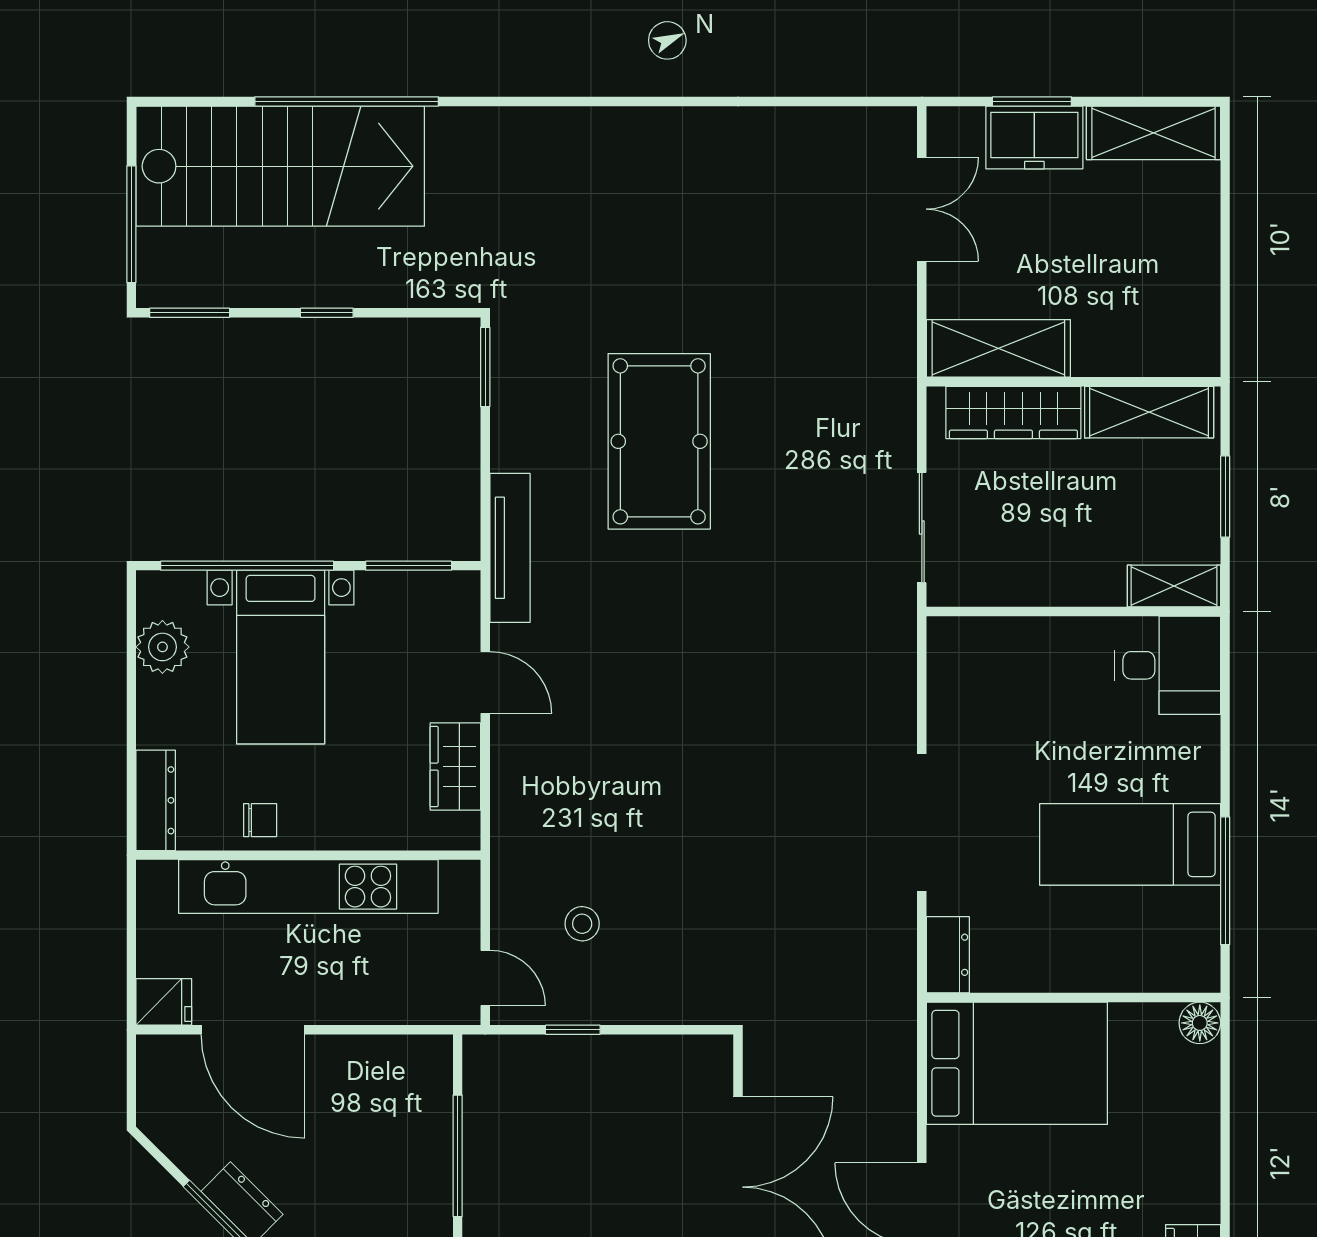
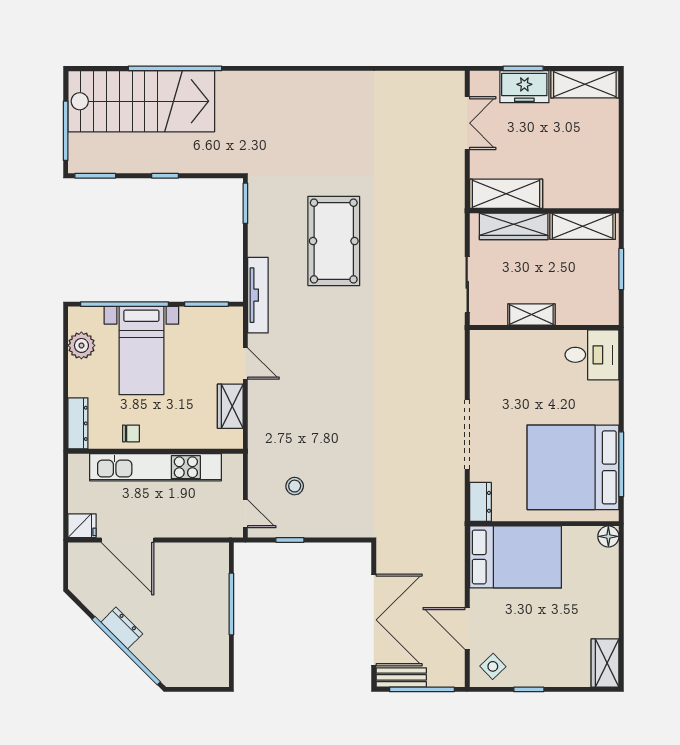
shelving: (1174, 586) -> (531, 315), moved
bed: (1130, 844) -> (573, 467), width x2.04

